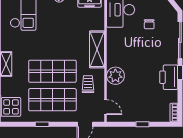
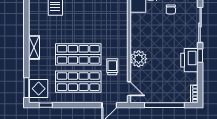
shelving: (97, 49) -> (121, 34), removed
window: (42, 124) -> (46, 105), moved
window: (142, 124) -> (164, 105), width x3.17

